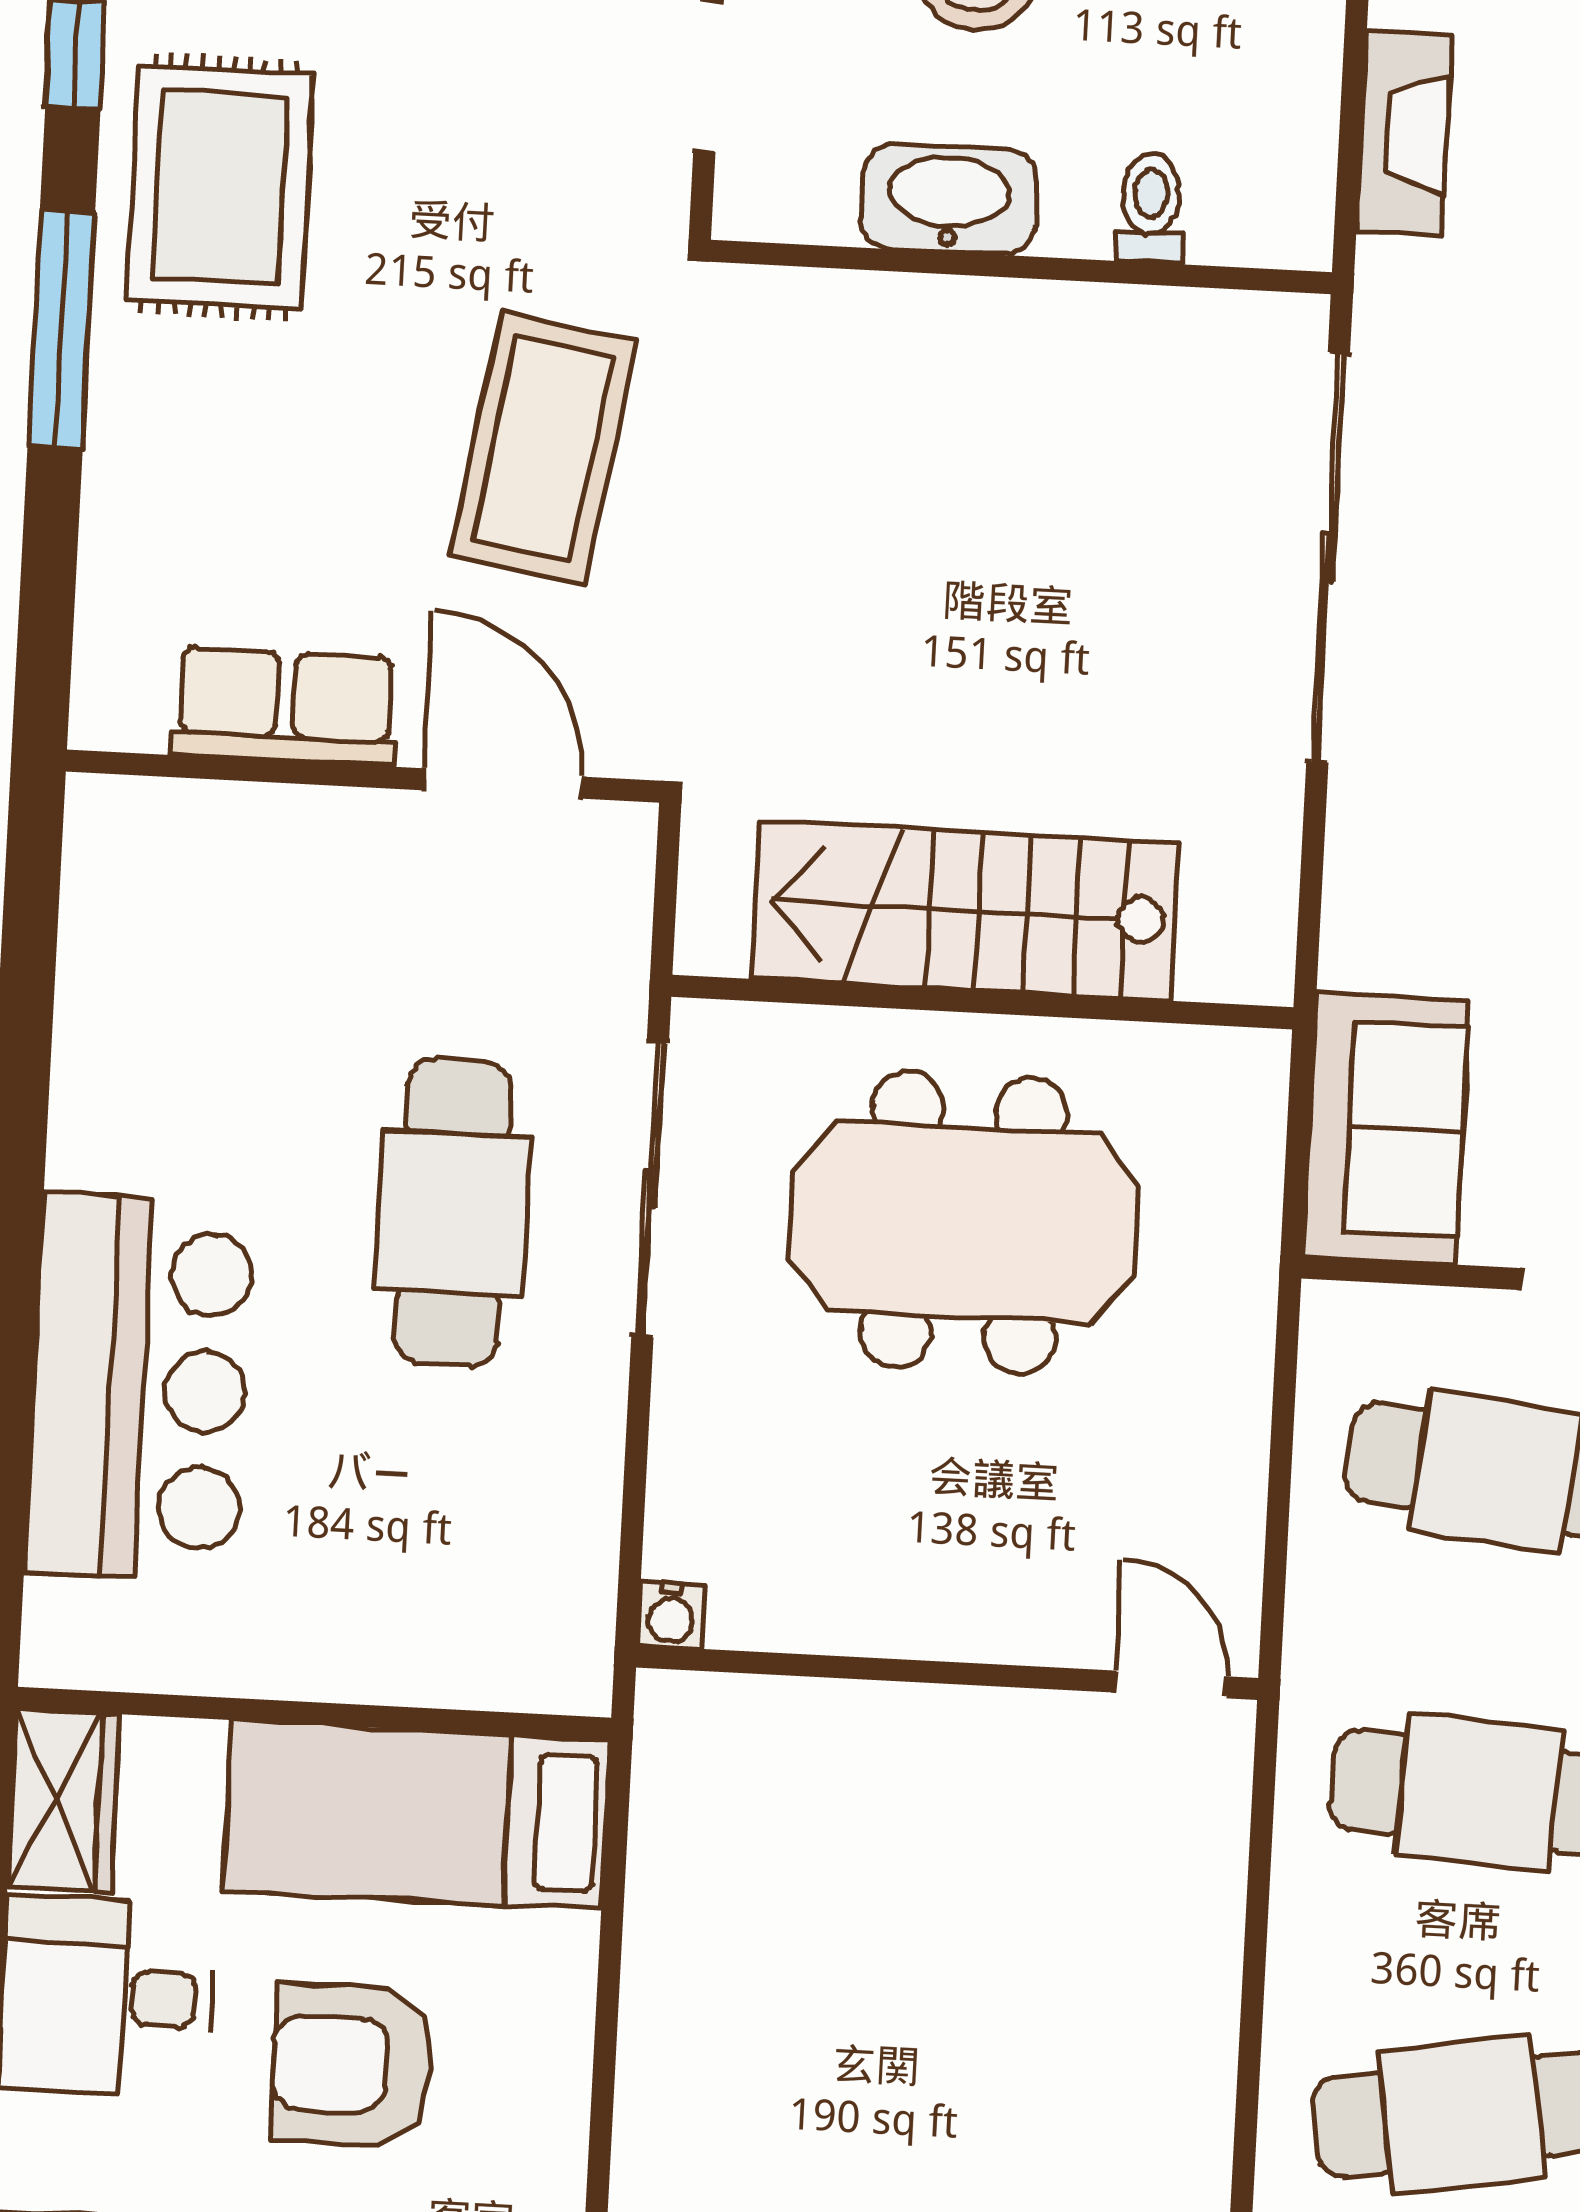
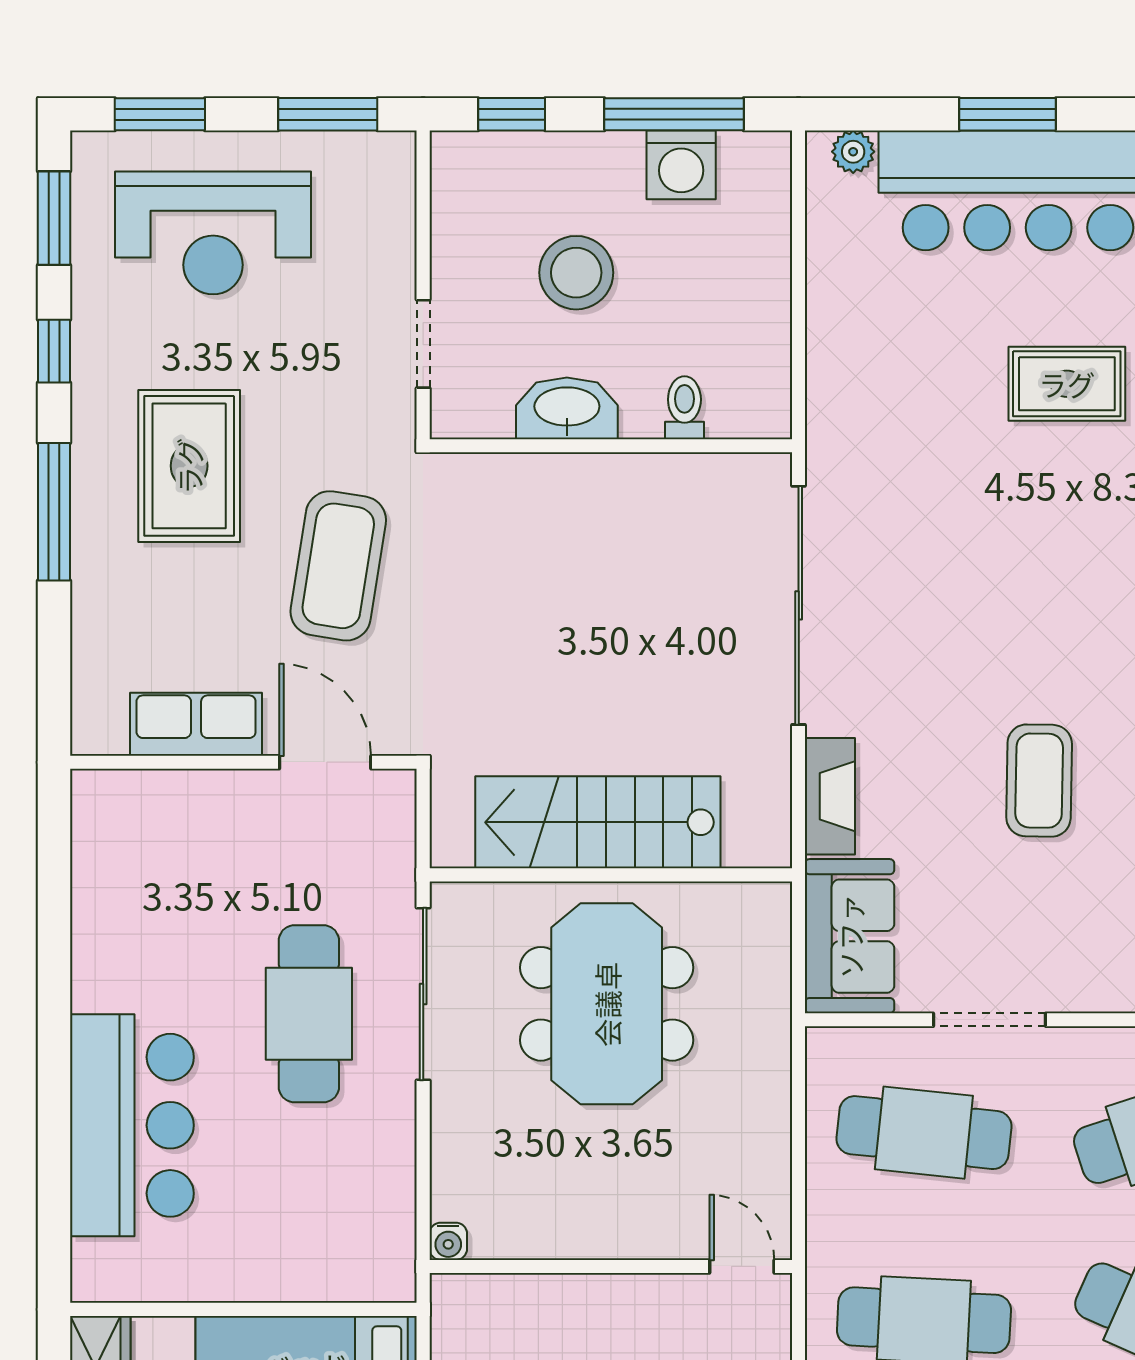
fireplace: (1404, 133) -> (830, 796), moved
rug: (220, 187) -> (189, 466), moved
meeting table: (964, 1222) -> (607, 1004), turned 90

